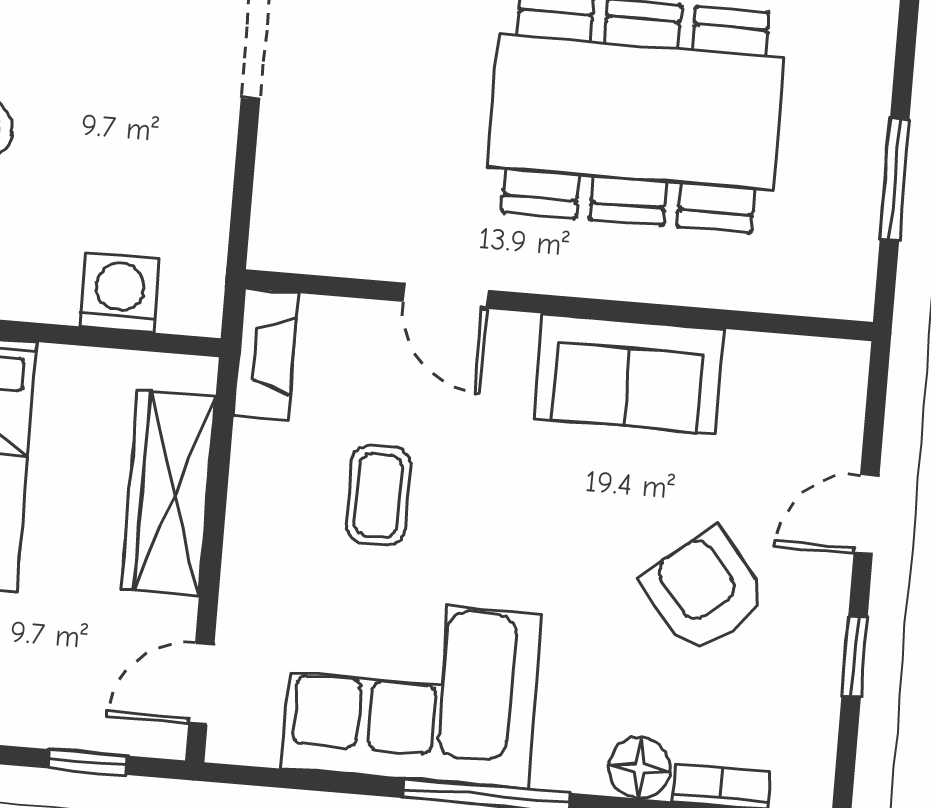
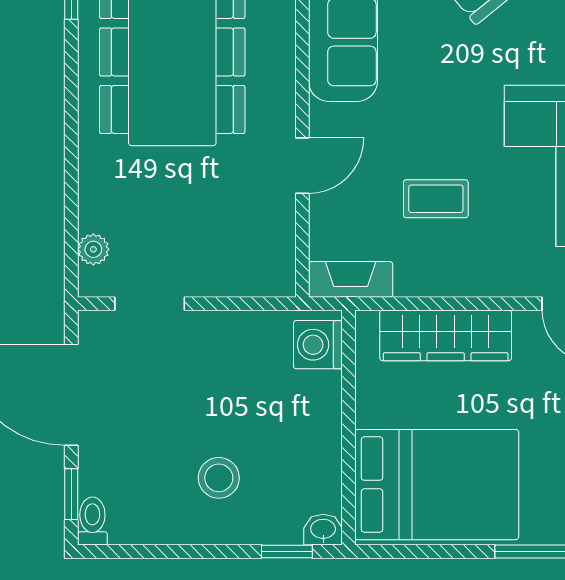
washing machine: (120, 292) -> (318, 345), moved

